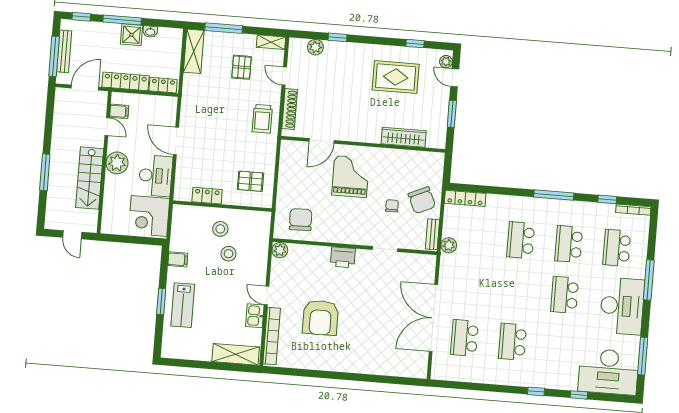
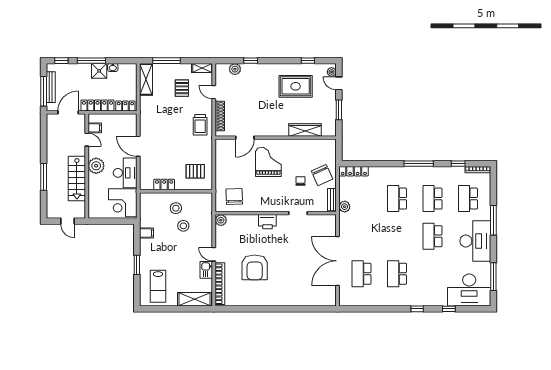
lab bench: (183, 305) -> (158, 286), moved

